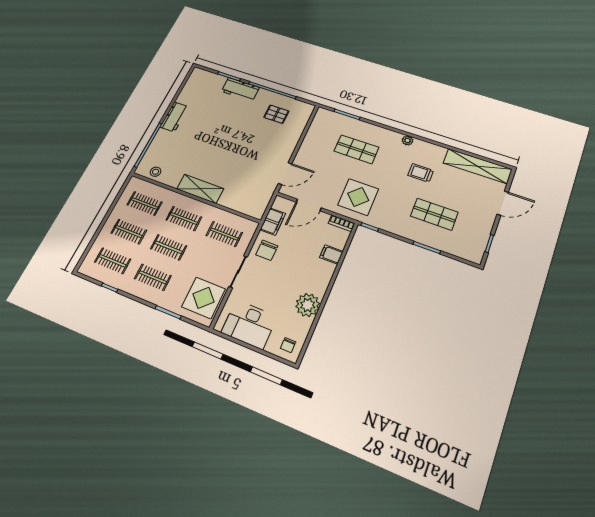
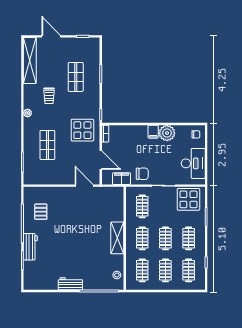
filing cabinet: (331, 254) -> (153, 132), moved

